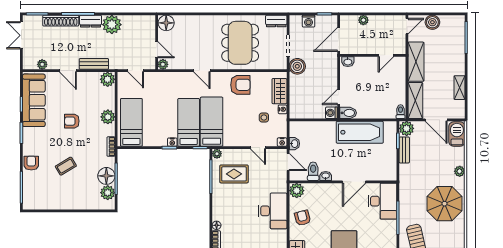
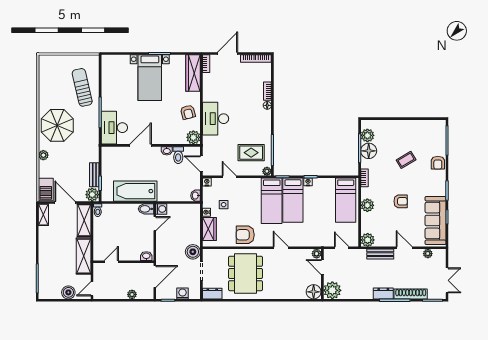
plant: (112, 25) -> (332, 290), moved
shelving: (460, 88) -> (43, 215), moved
washbasin: (294, 144) -> (196, 196), moved

